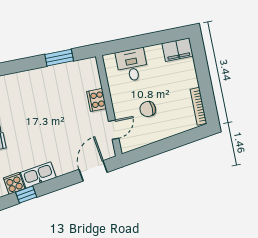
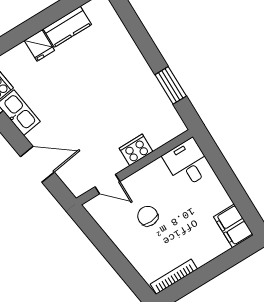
desk: (132, 65) -> (187, 163), moved, turned -90
door: (93, 171) -> (37, 164), moved

